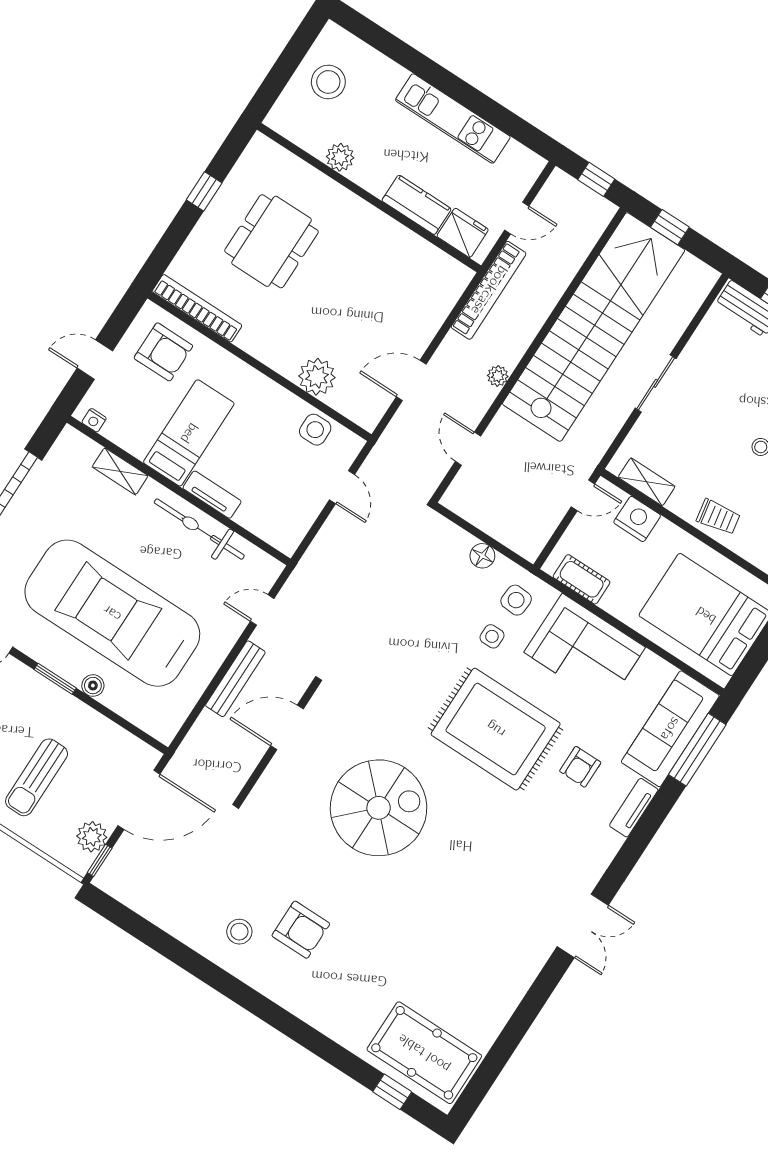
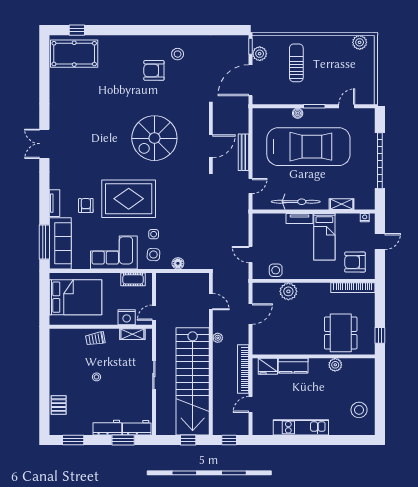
plant: (340, 157) -> (335, 365), moved
wall: (369, 198) -> (314, 356), moved
kitchen counter: (417, 205) -> (293, 366), moved
fridge: (463, 233) -> (268, 366), moved

